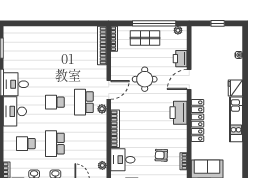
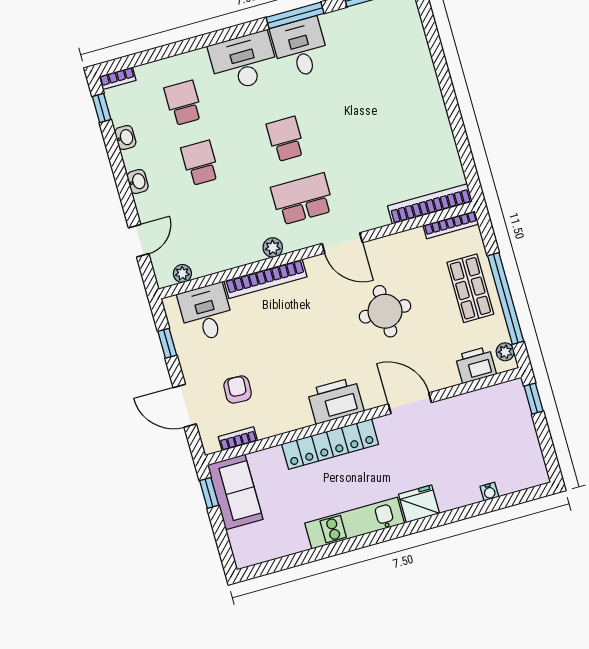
window: (218, 23) -> (534, 399), moved
printer: (180, 59) -> (476, 365), moved
plant: (102, 109) -> (273, 248), moved
school desk: (55, 144) -> (200, 163), width x0.54

